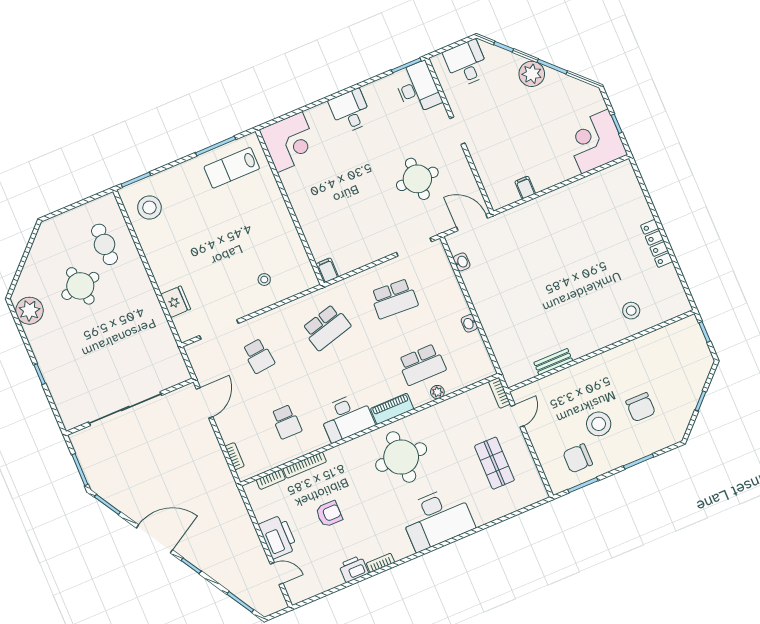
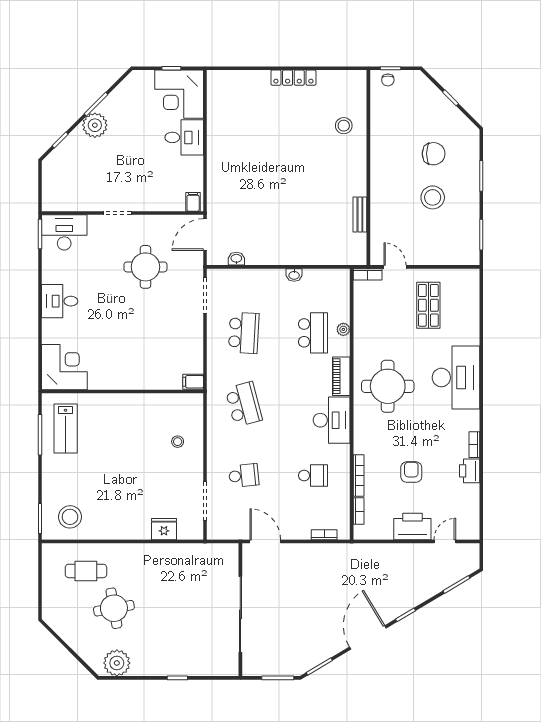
desk: (466, 63) -> (184, 137), moved, turned 180
filing cabinet: (525, 188) -> (193, 202), moved, turned 90
chair: (578, 458) -> (388, 80), moved, width x0.54, depth x0.54
shop shelf: (494, 463) -> (428, 305), turned 90

